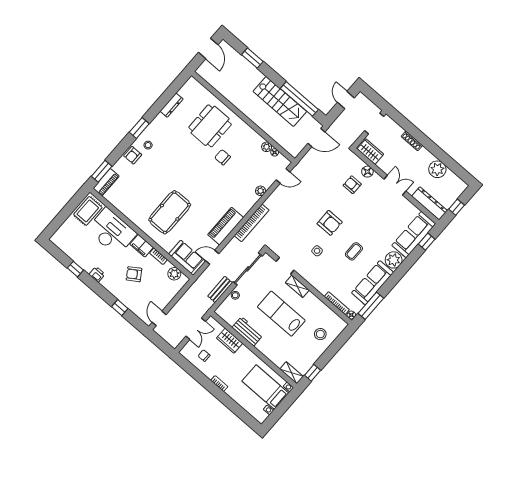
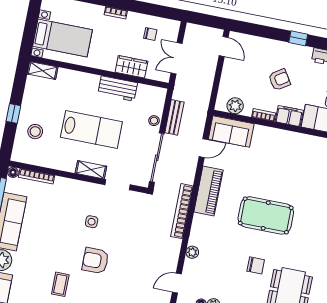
pool table: (170, 212) -> (266, 215), moved, turned 90
coffee table: (354, 251) -> (60, 284), moved
window: (120, 308) -> (298, 38), moved
window: (313, 373) -> (13, 114), moved

